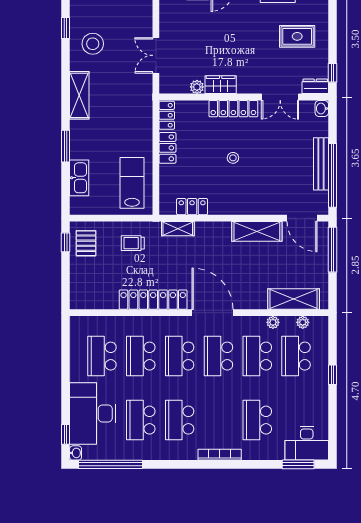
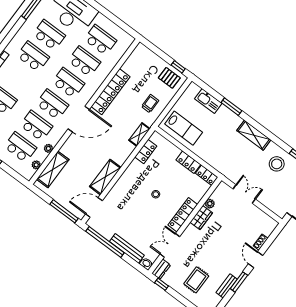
bench: (321, 164) -> (127, 248), moved

